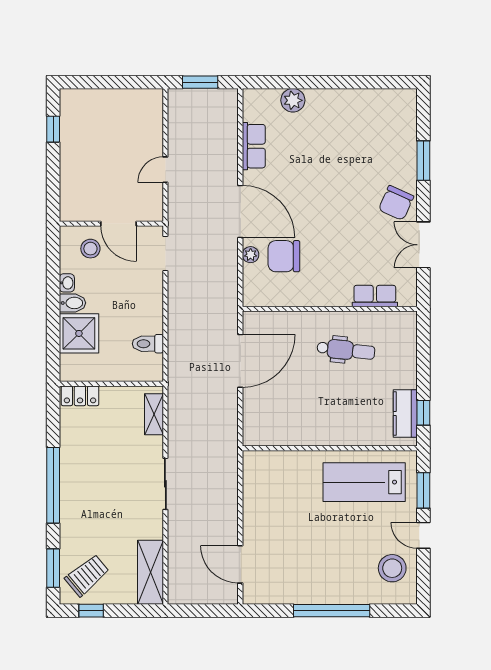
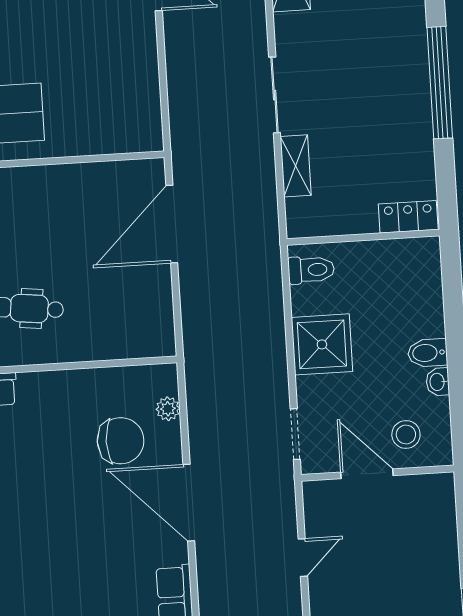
plant: (251, 255) -> (168, 409), moved
shower: (79, 333) -> (322, 344), moved
toilet: (148, 344) -> (311, 270), moved
door: (240, 361) -> (172, 224), moved
shelving: (154, 414) -> (296, 166), moved

